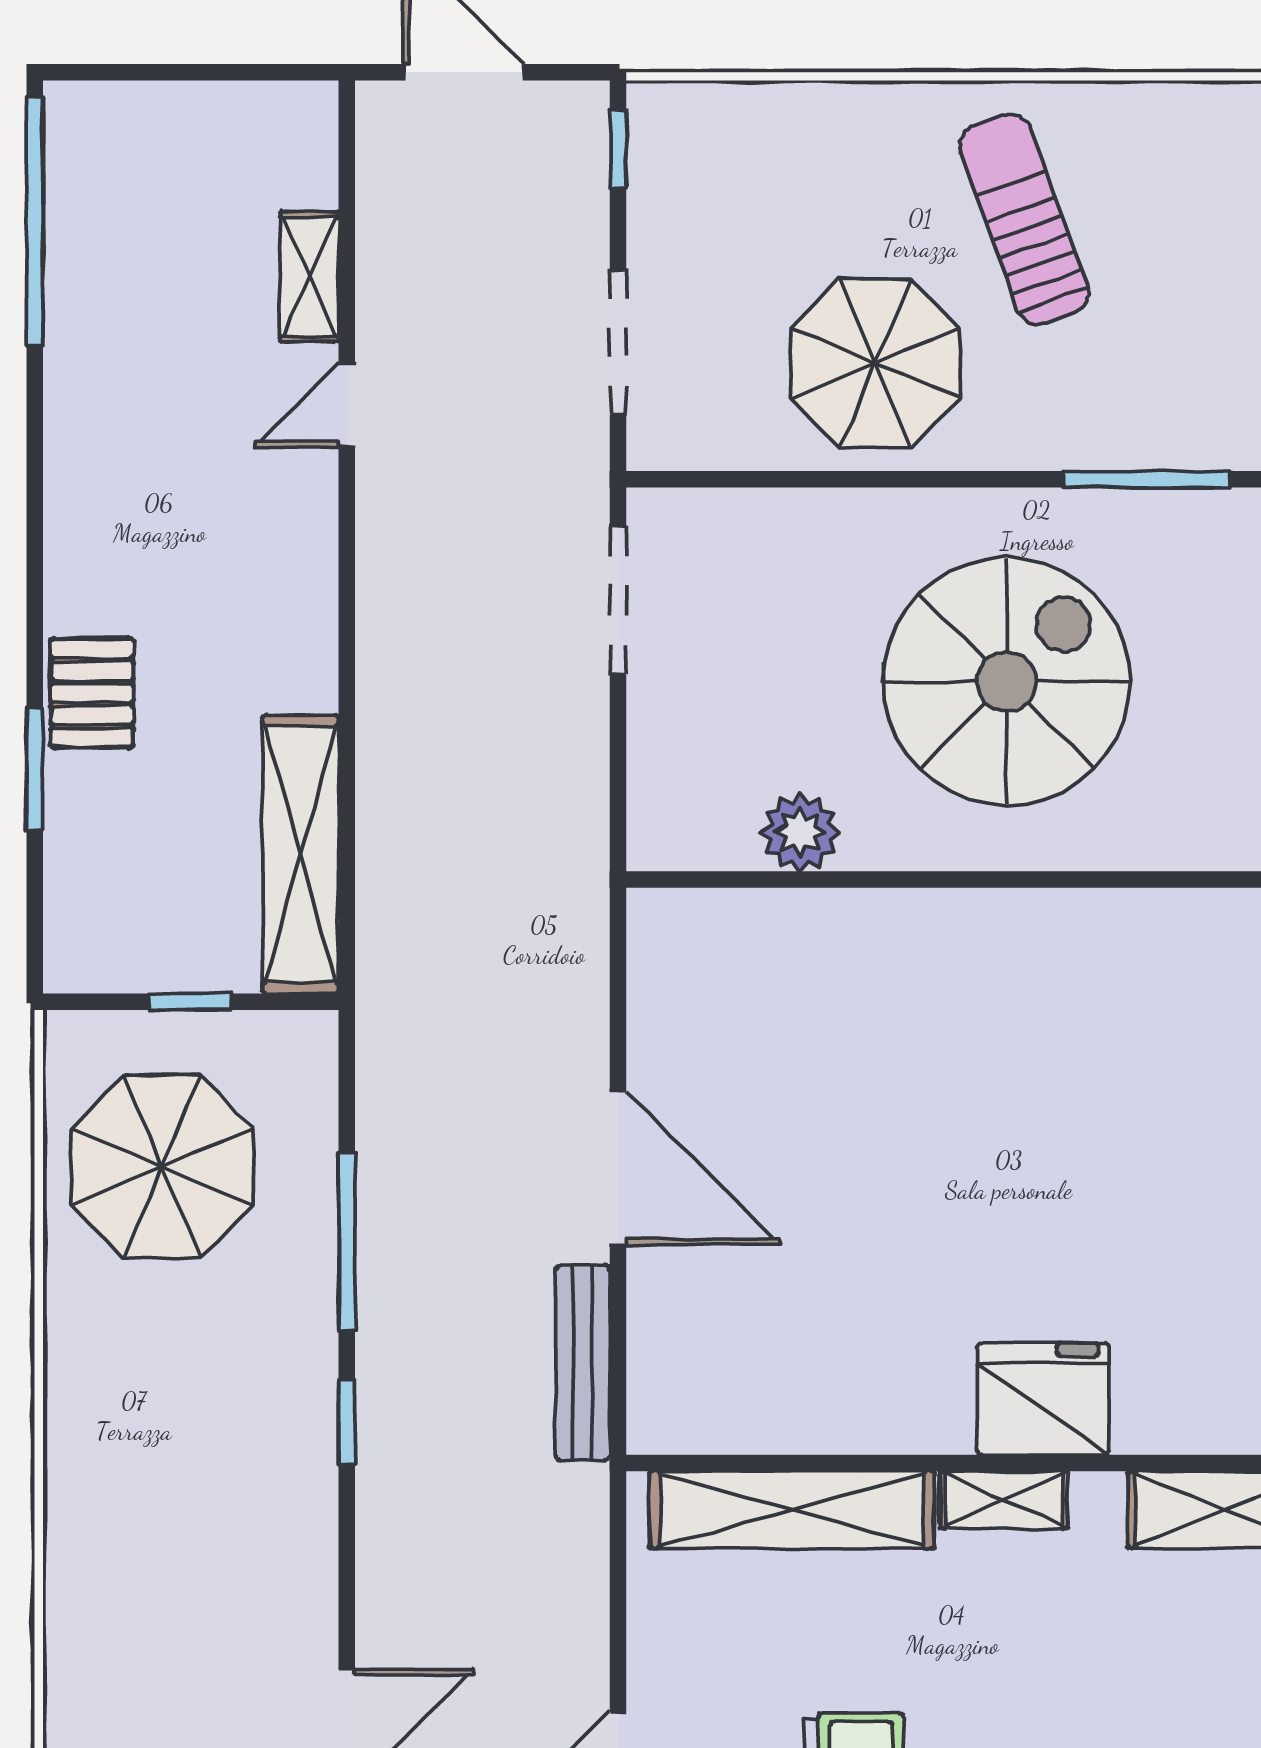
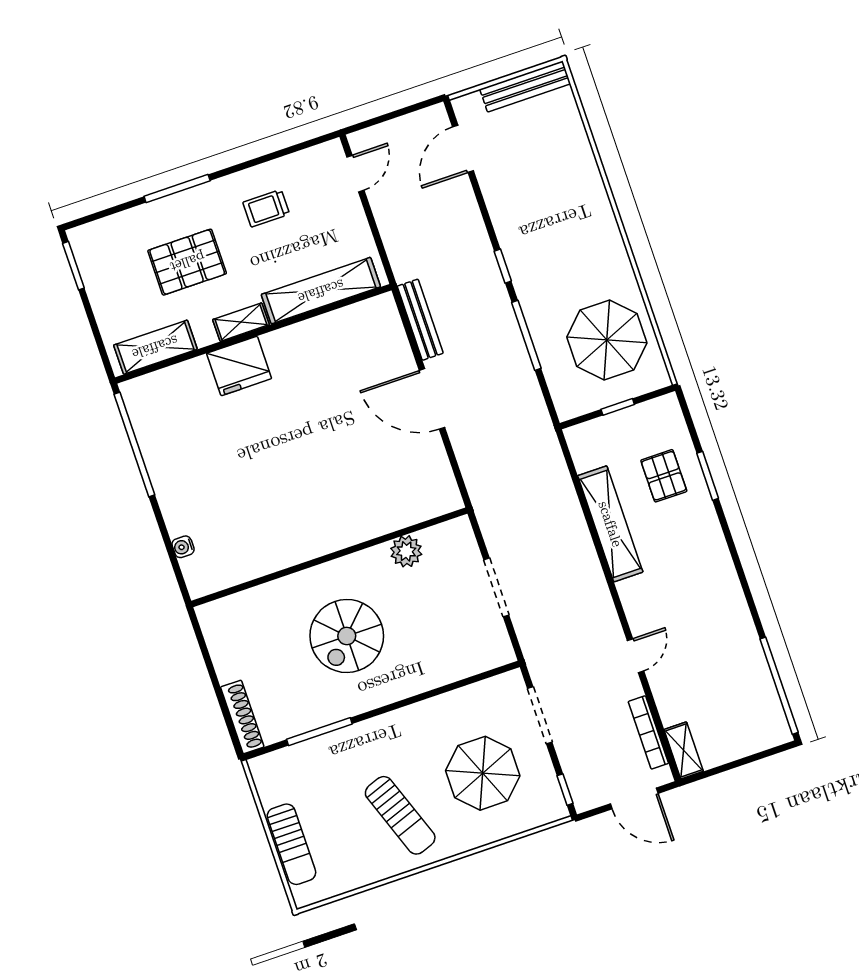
bookcase: (378, 215) -> (648, 732), added
shelving: (309, 277) -> (684, 750), moved
parasol: (875, 363) -> (483, 773), moved
doorway: (618, 601) -> (496, 587), moved
spiral stairs: (1006, 681) -> (347, 636), width x0.73, depth x0.73
pallet: (92, 693) -> (664, 476), moved
shelving: (301, 854) -> (610, 524), moved
pallet: (1082, 1683) -> (187, 262), added

